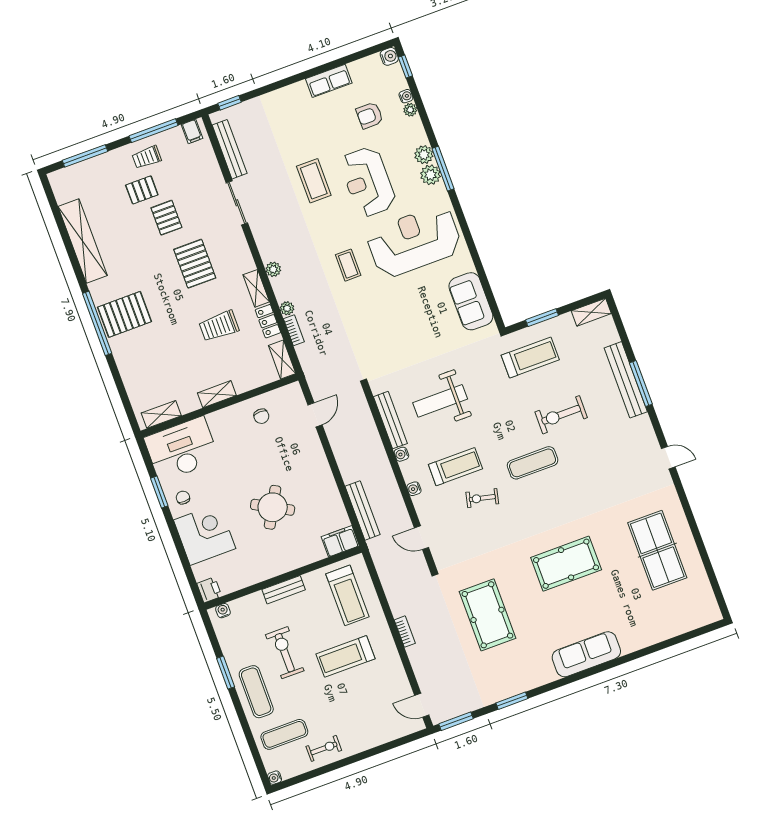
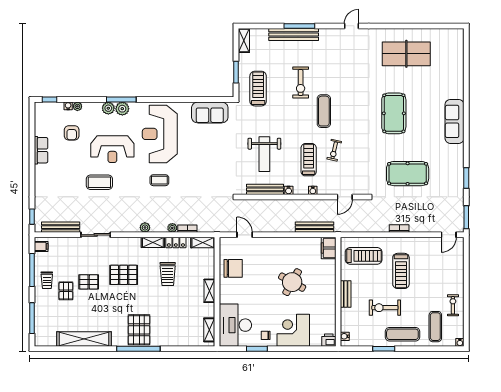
water cooler: (389, 56) -> (40, 107), removed
chair: (261, 416) -> (233, 268), width x1.87, depth x1.87

